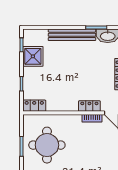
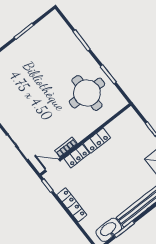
locker: (34, 106) -> (97, 141), moved

